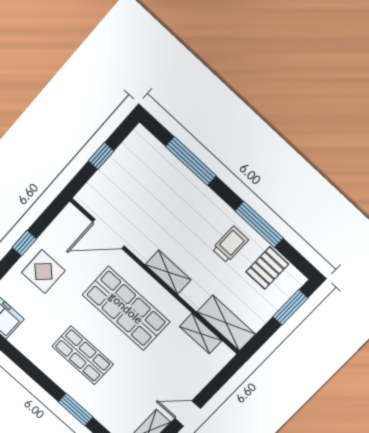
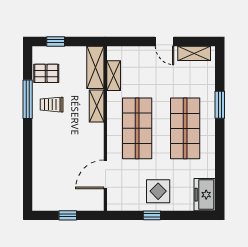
window: (191, 161) -> (28, 166), removed
door: (108, 234) -> (105, 174), swing flipped
shelving: (168, 272) -> (97, 106), moved
window: (290, 307) -> (56, 41), width x0.67
shop shelf: (83, 355) -> (185, 128), width x1.43, depth x1.36

